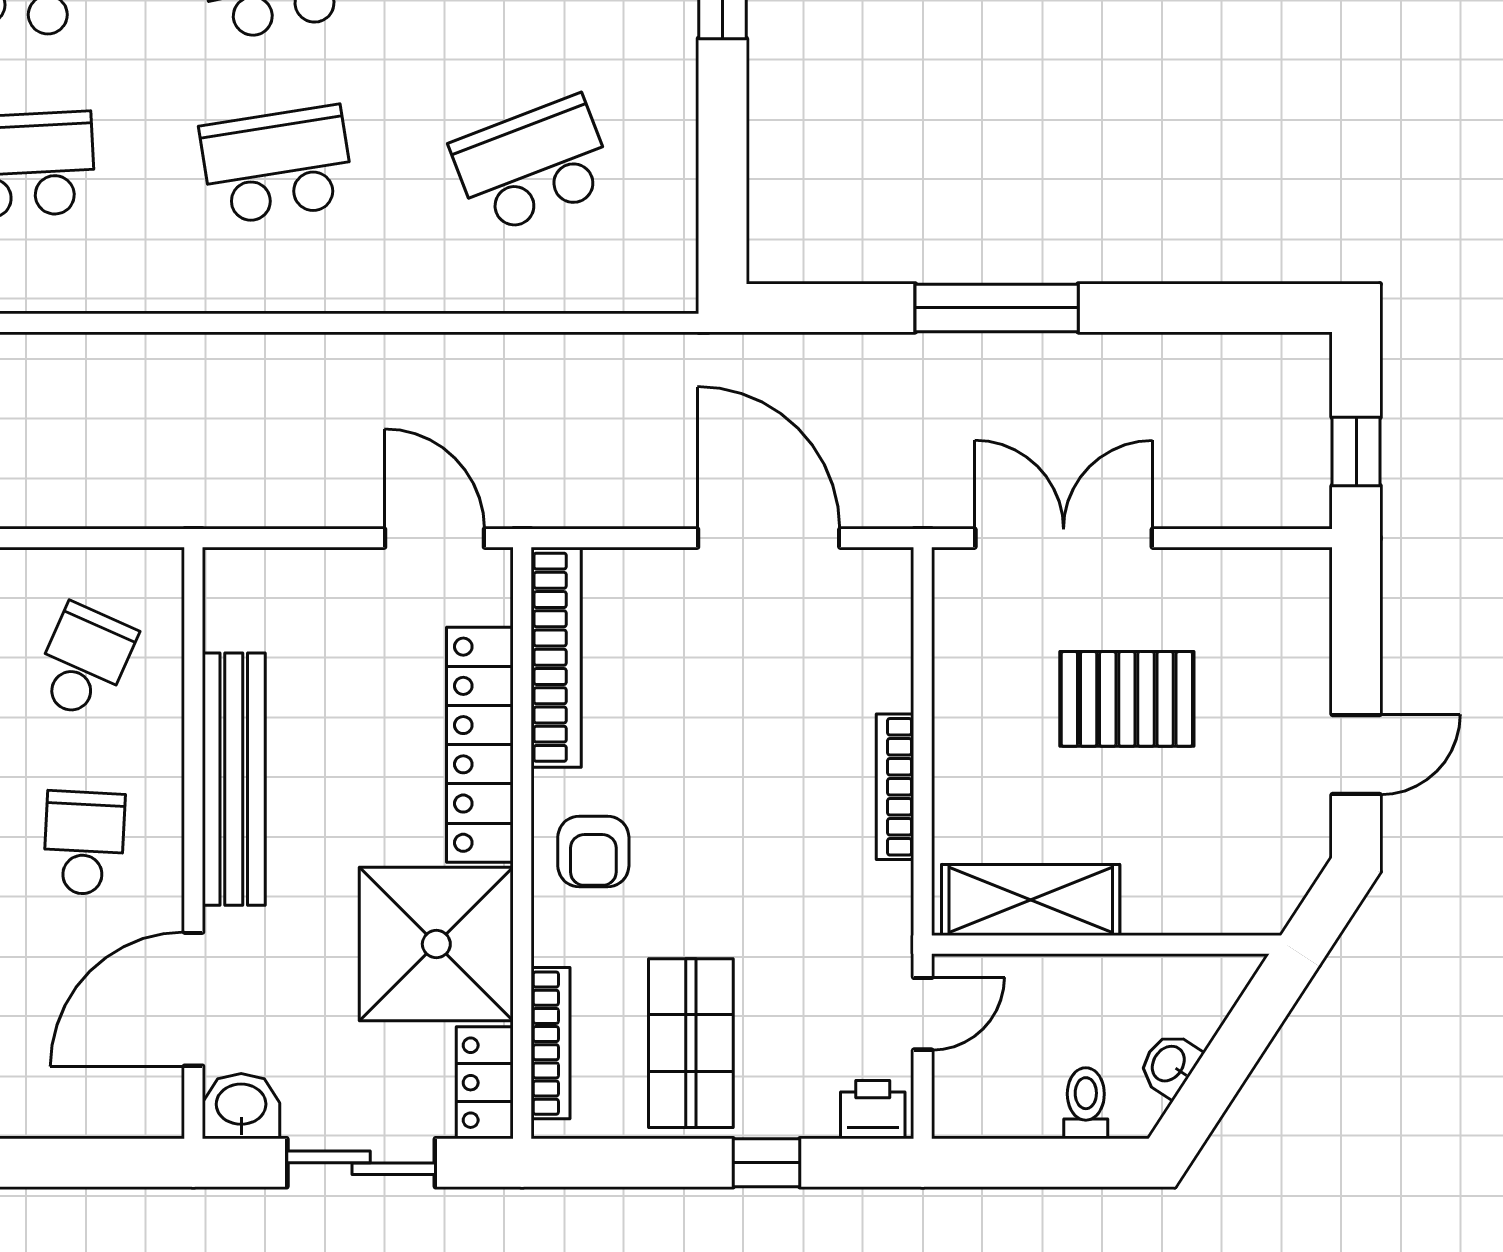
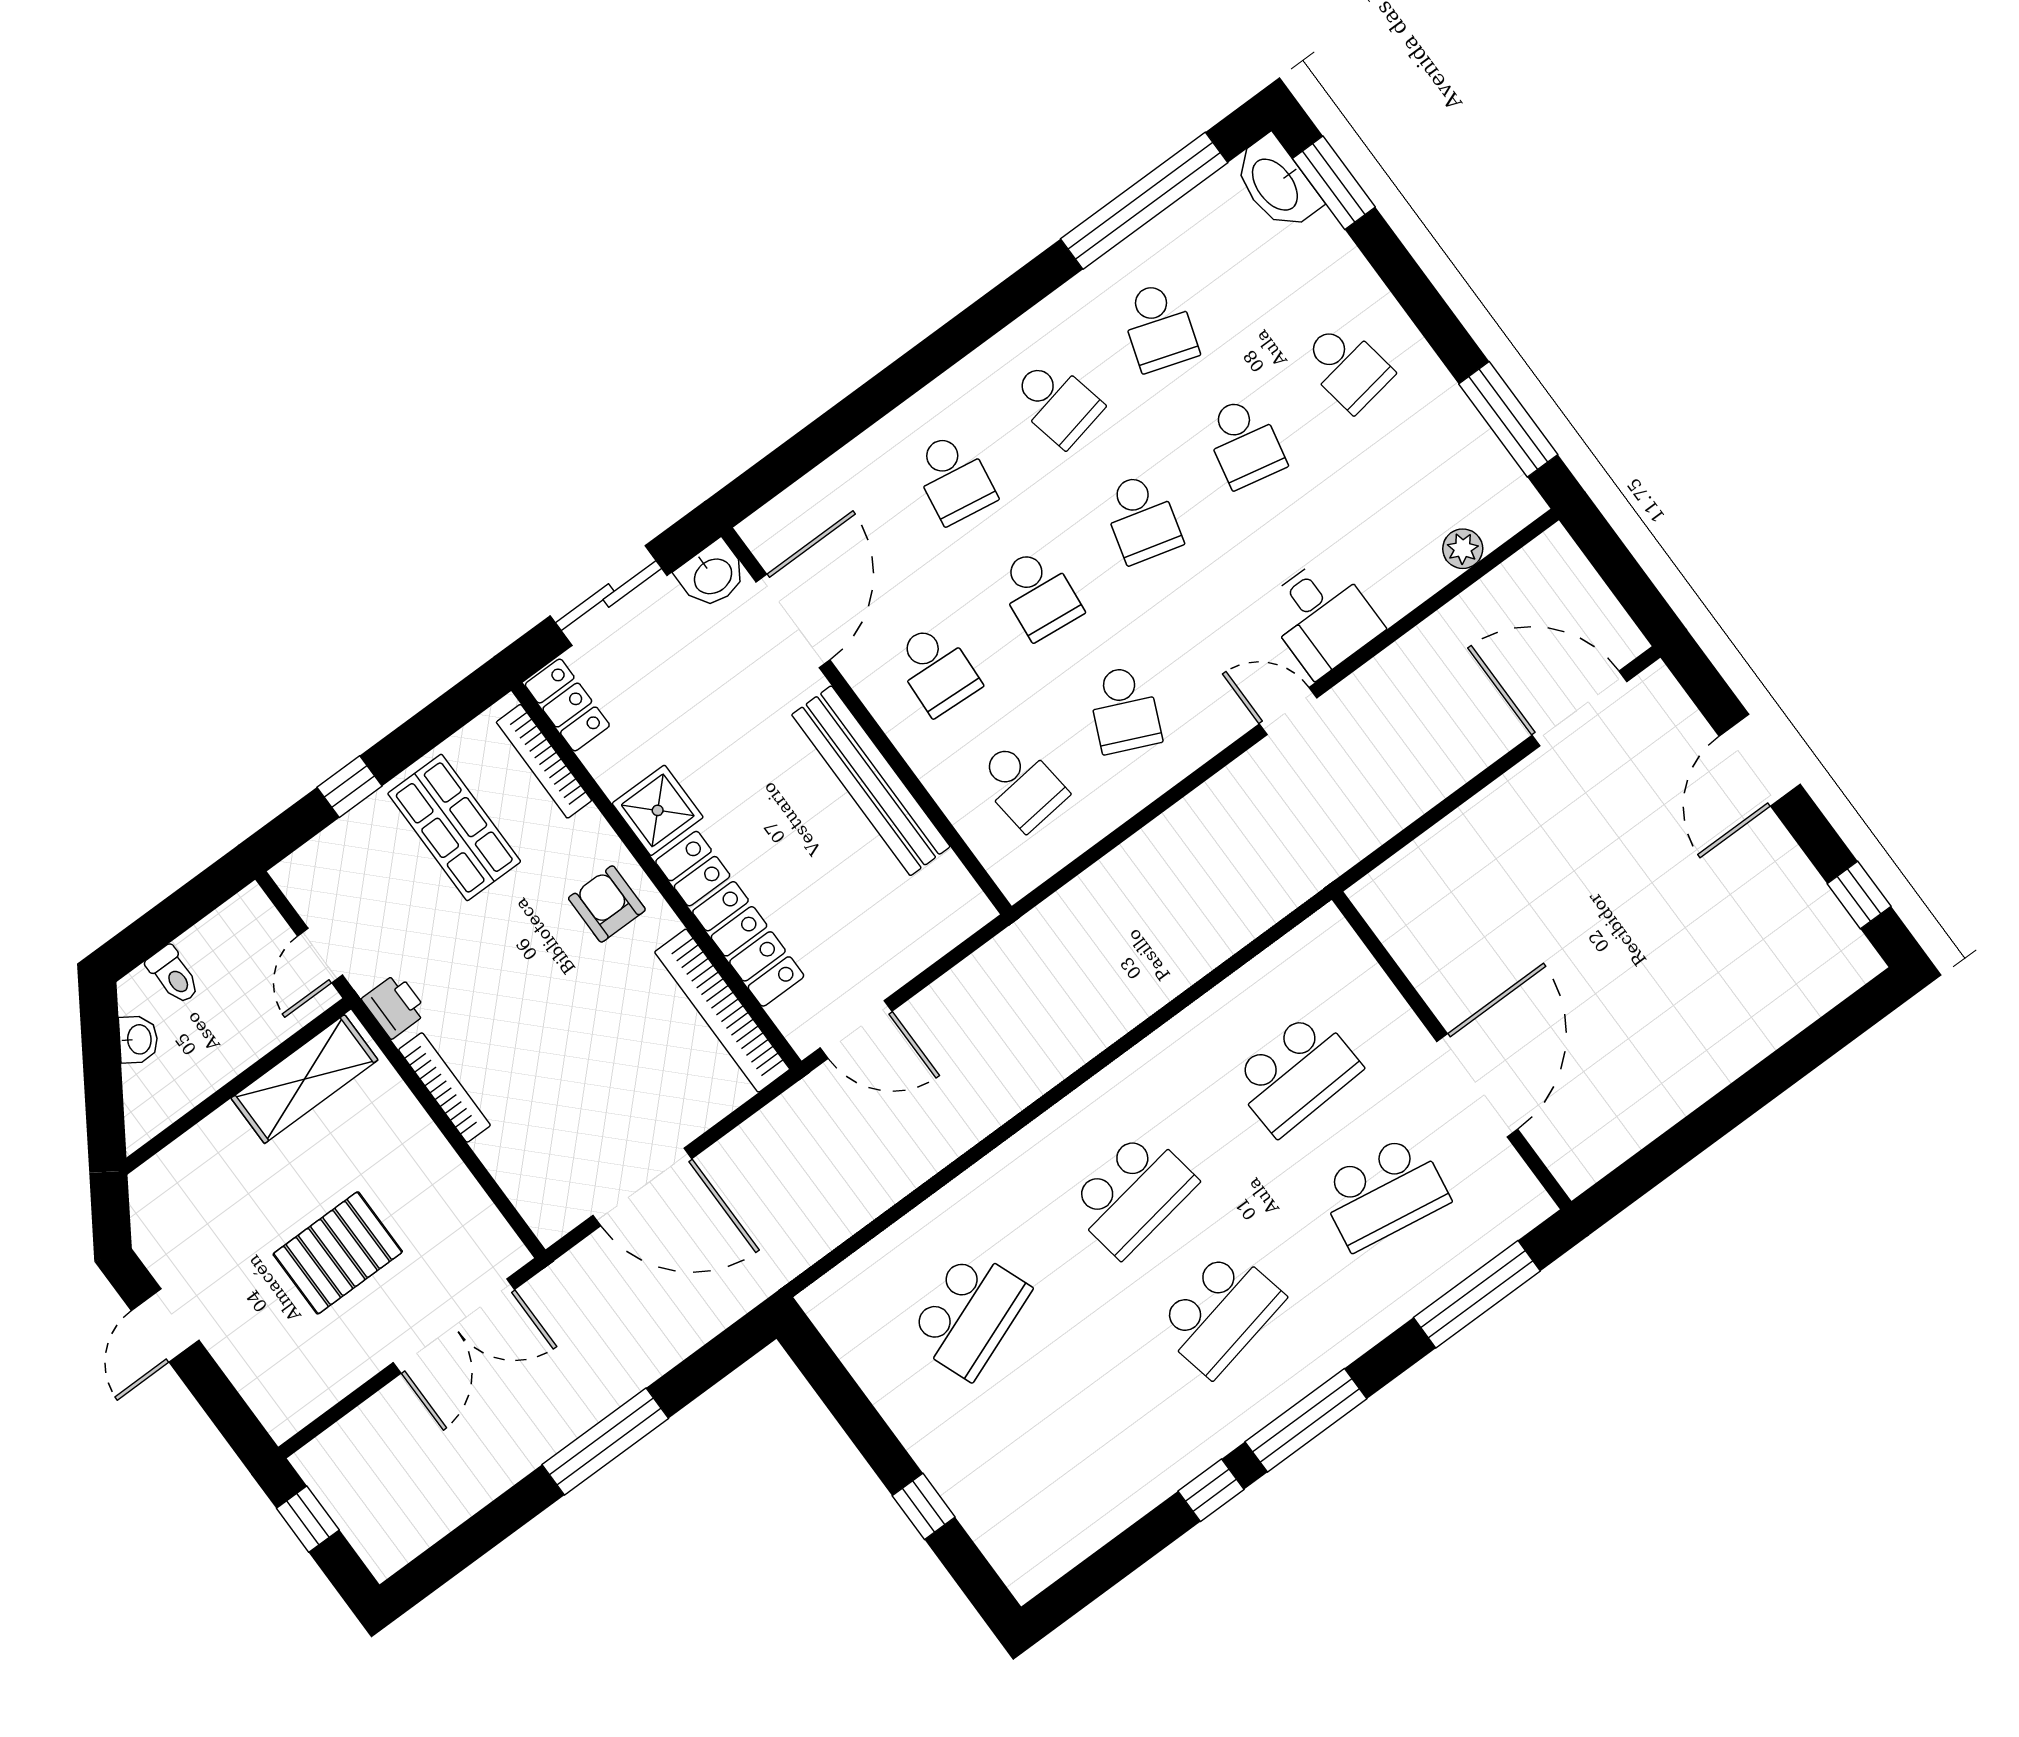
school desk: (84, 662) -> (1022, 785), turned -30
shower: (436, 944) -> (658, 810), width x0.54, depth x0.54
printer: (873, 1110) -> (395, 1006), moved, turned -90

